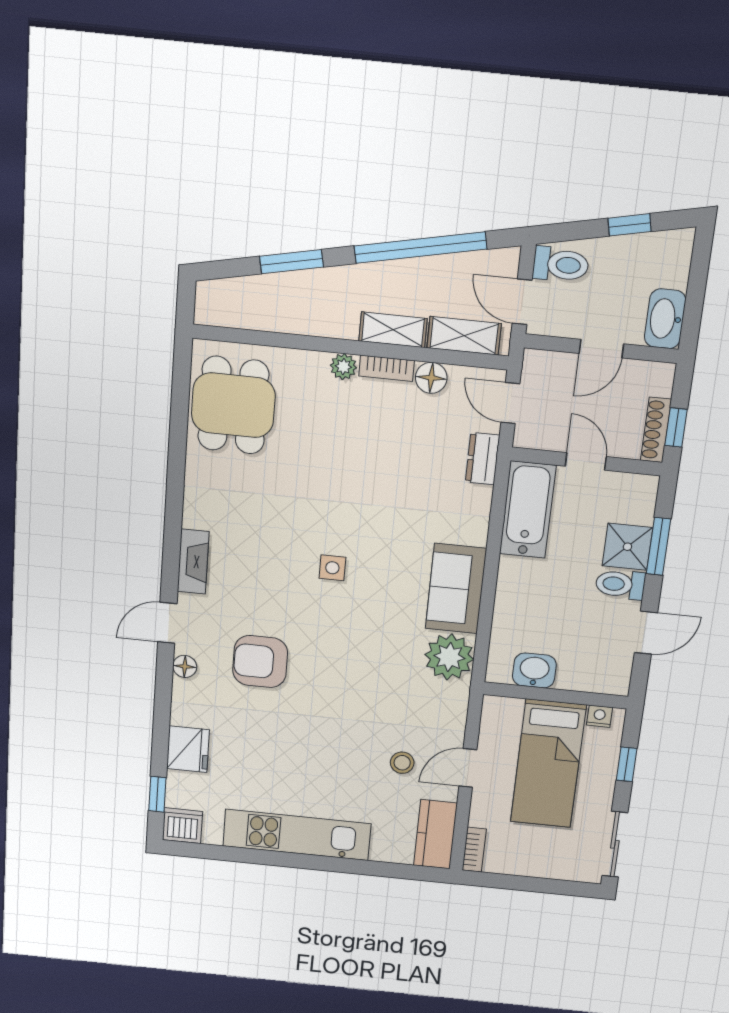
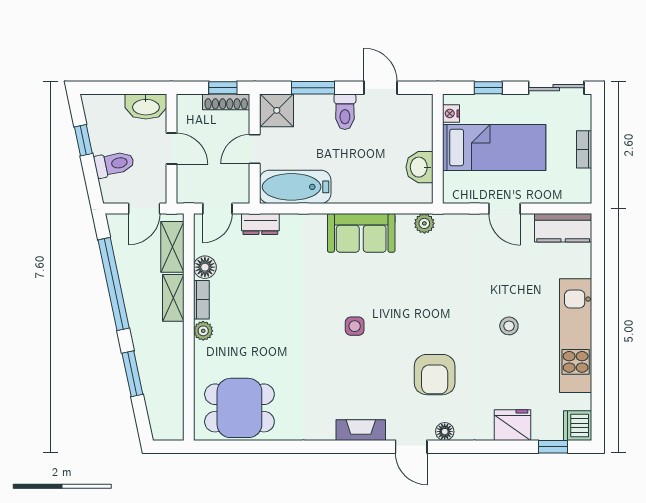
toilet: (561, 265) -> (114, 164), moved, turned 78
shower: (627, 547) -> (277, 110), moved
plant: (449, 657) -> (424, 223), width x0.53, depth x0.53
stool: (402, 763) -> (509, 326), moved
bookcase: (474, 850) -> (584, 149), moved, turned -90

